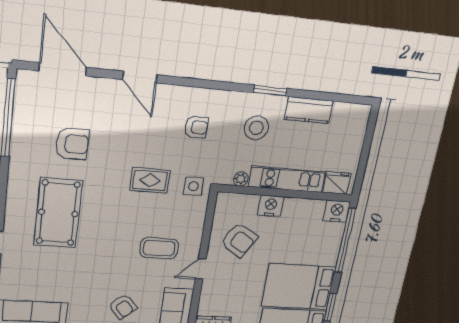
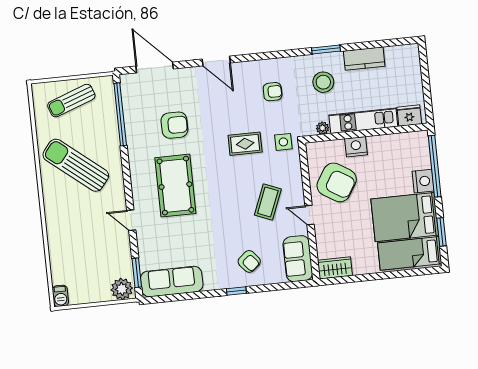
nightstand: (337, 211) -> (423, 181), moved, turned 90
armchair: (239, 240) -> (337, 182), width x1.36, depth x1.36
coffee table: (159, 248) -> (268, 202), turned -68
door: (201, 269) -> (310, 215), hinge flipped

